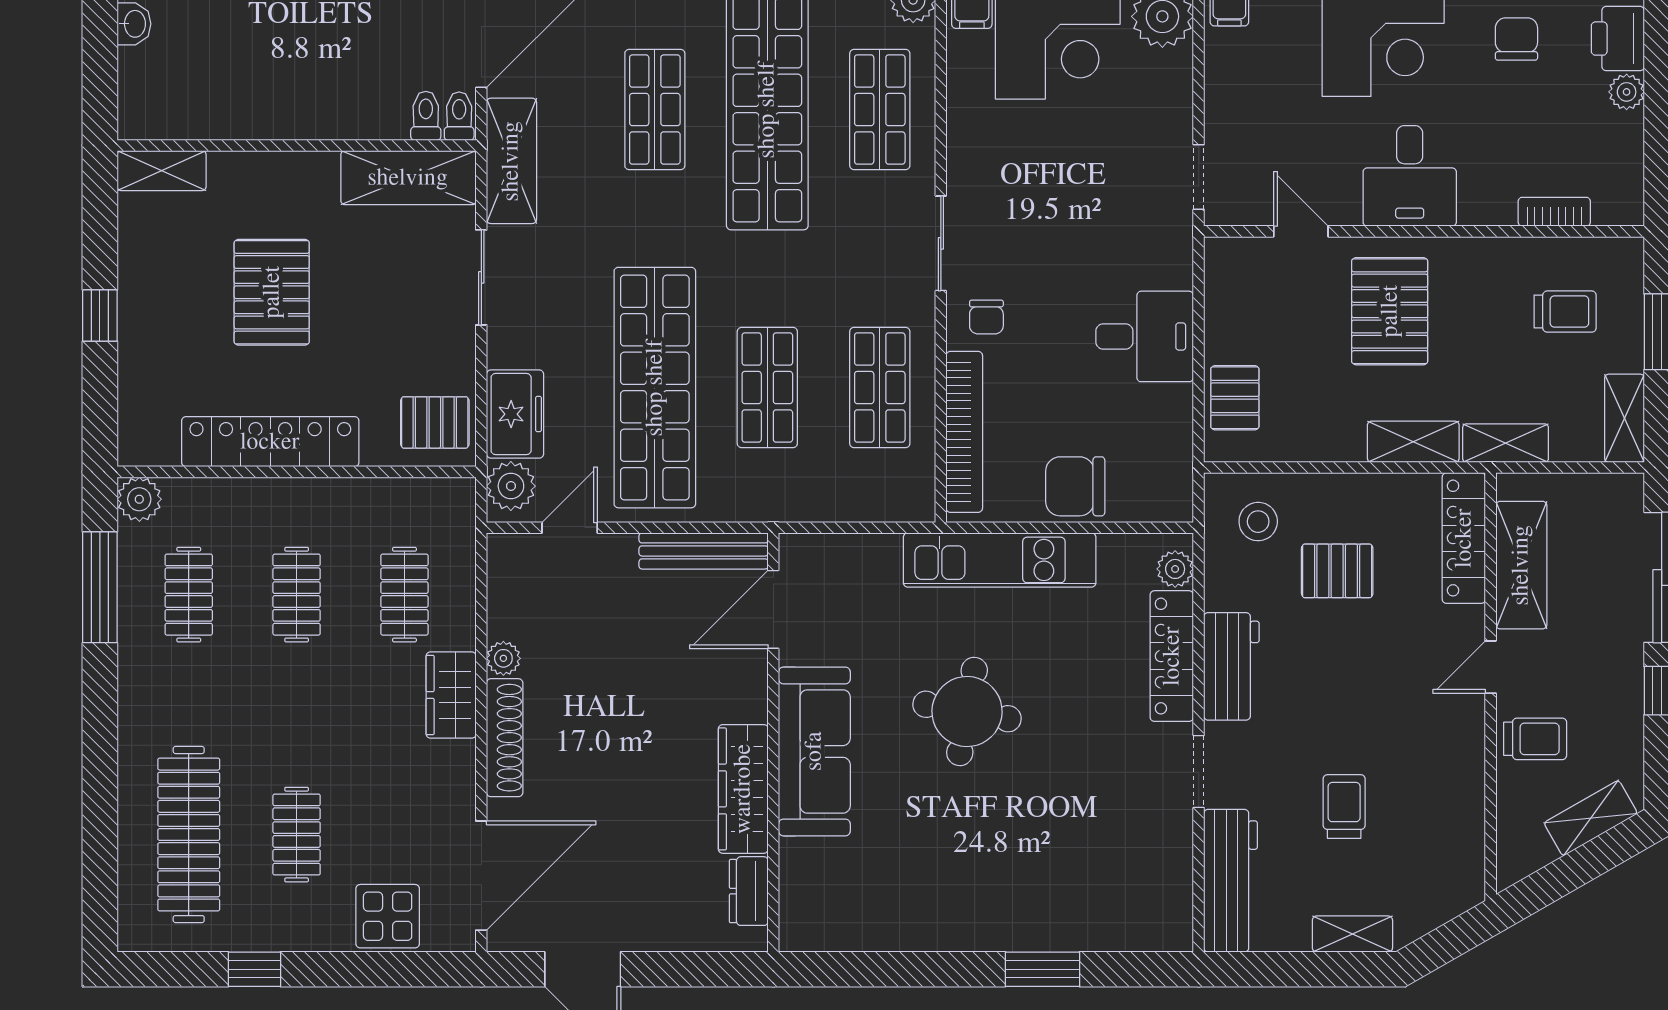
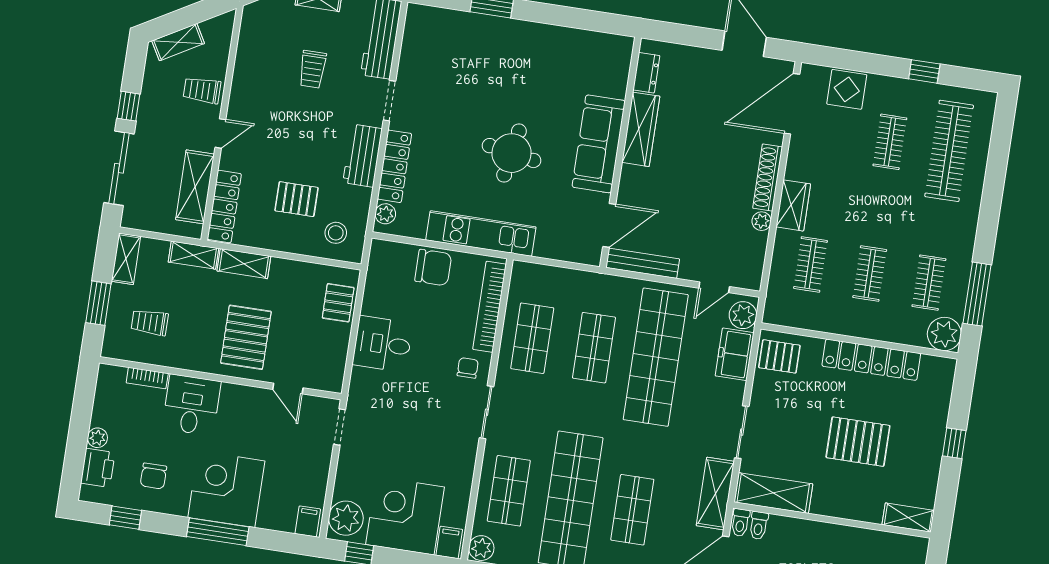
desk: (1410, 176) -> (192, 405), moved
pallet: (272, 292) -> (858, 442), turned 90
plant: (139, 499) -> (944, 334), width x1.36, depth x1.36

